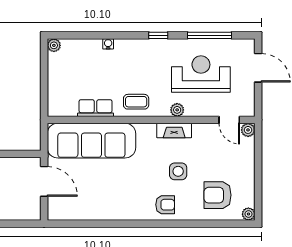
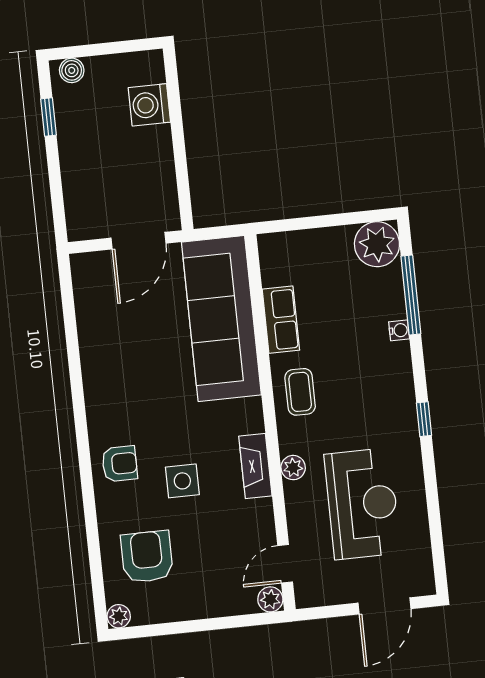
window: (209, 35) -> (411, 295), moved
plant: (54, 45) -> (377, 244), width x1.87, depth x1.87
armchair: (165, 205) -> (120, 464), turned -90

